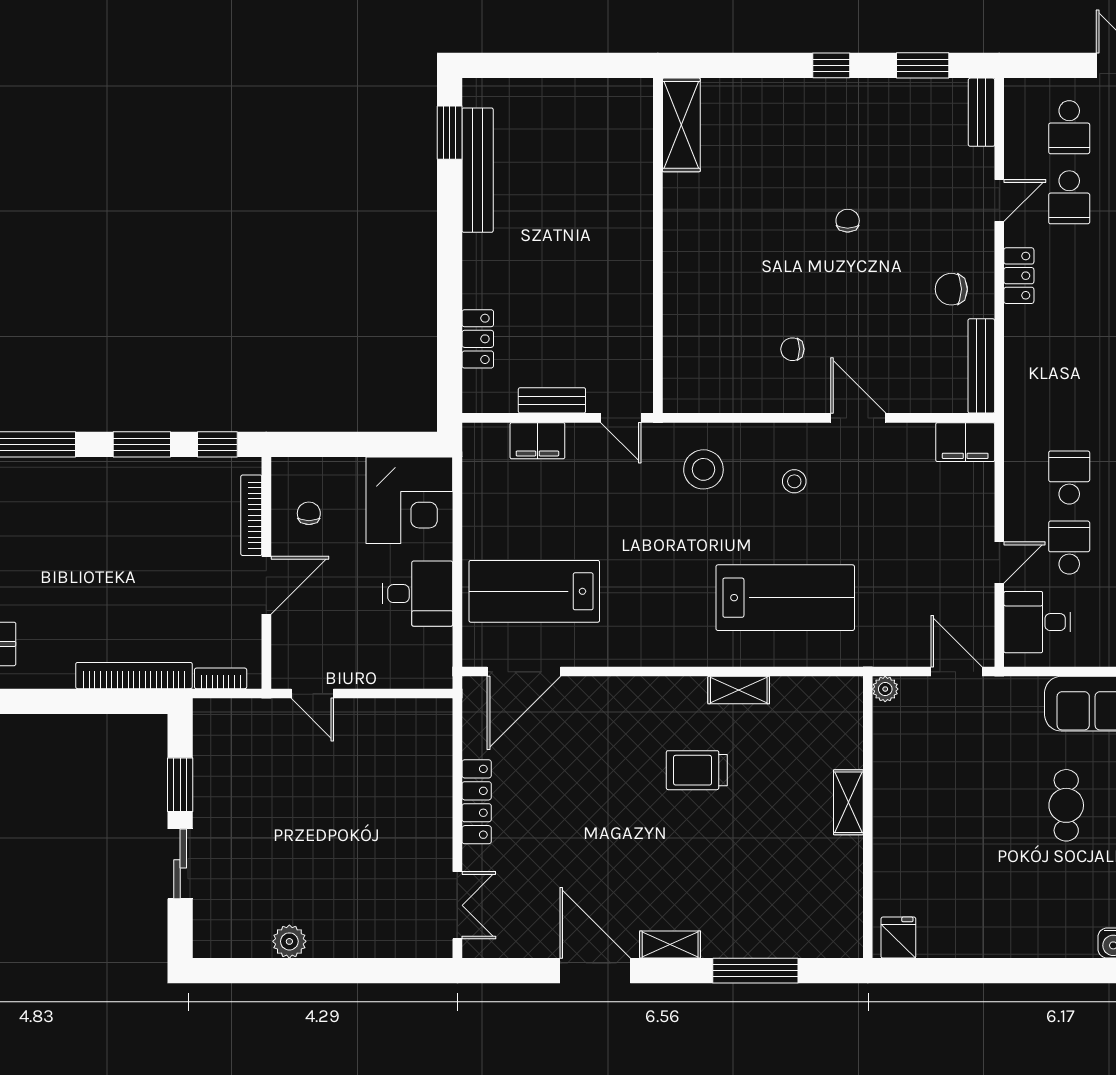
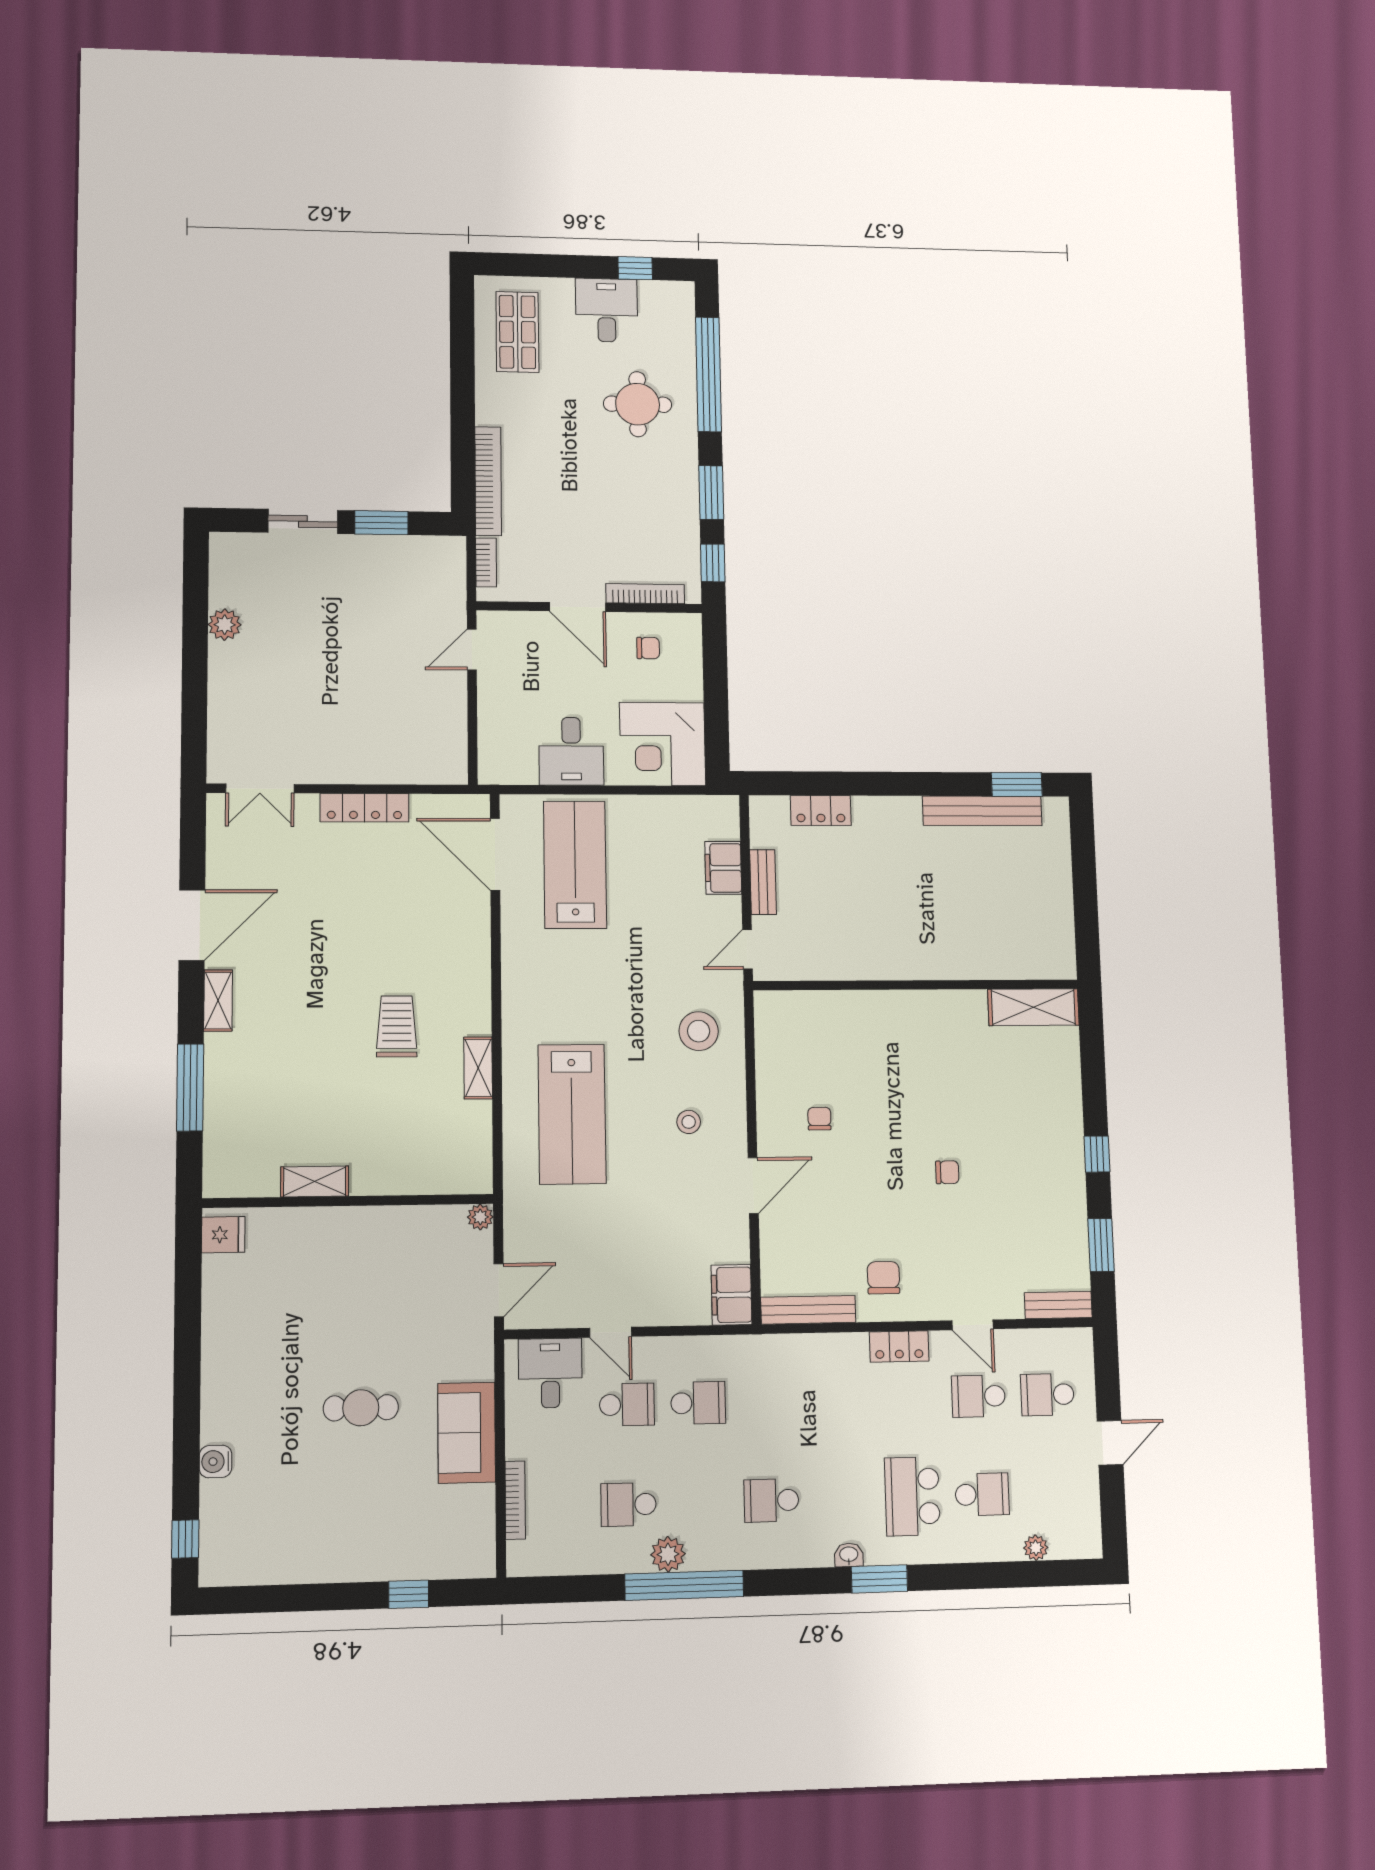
round table: (48, 520) -> (638, 404), added
shelving: (848, 802) -> (315, 1181), moved

